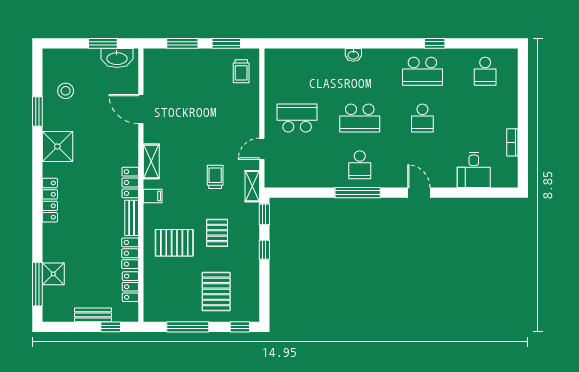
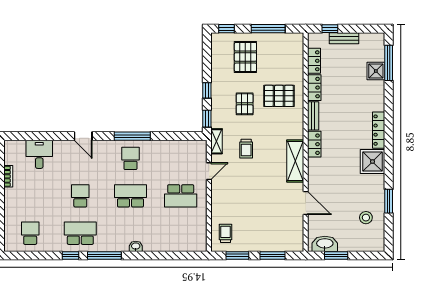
window: (392, 43) -> (104, 255), added
shower: (57, 147) -> (373, 162), moved
shelving: (151, 161) -> (295, 161), width x1.50, depth x1.33
filing cabinet: (153, 196) -> (296, 133), removed

